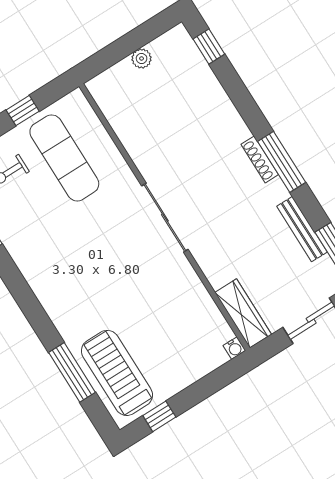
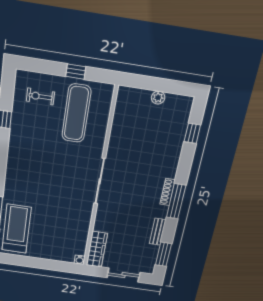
window: (209, 46) -> (192, 133), moved
bench: (302, 229) -> (158, 232), width x0.73
window: (159, 416) -> (20, 261), removed

